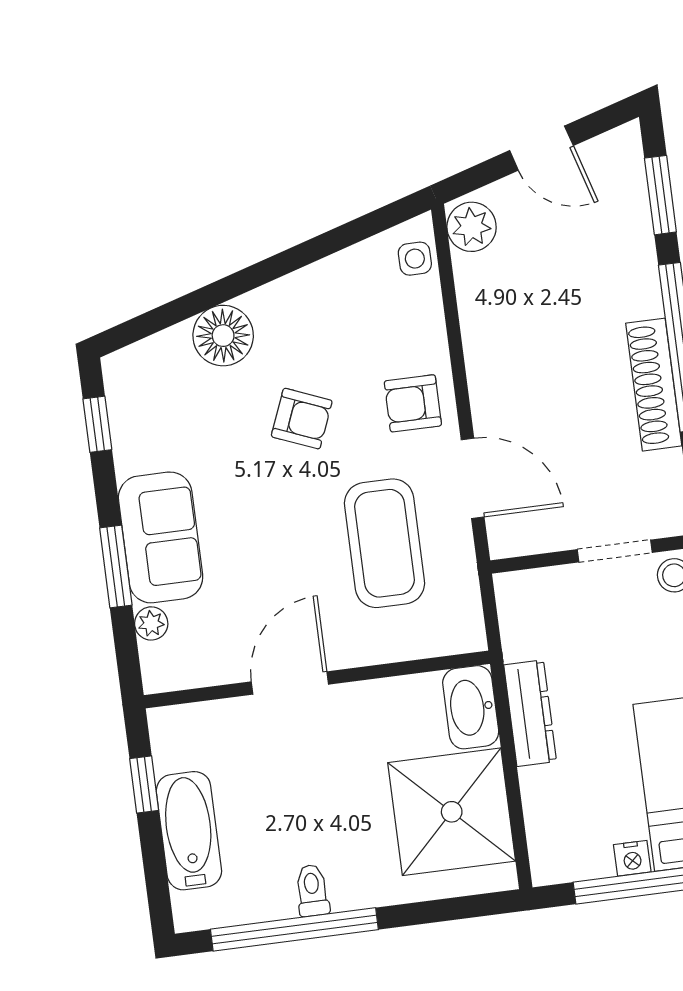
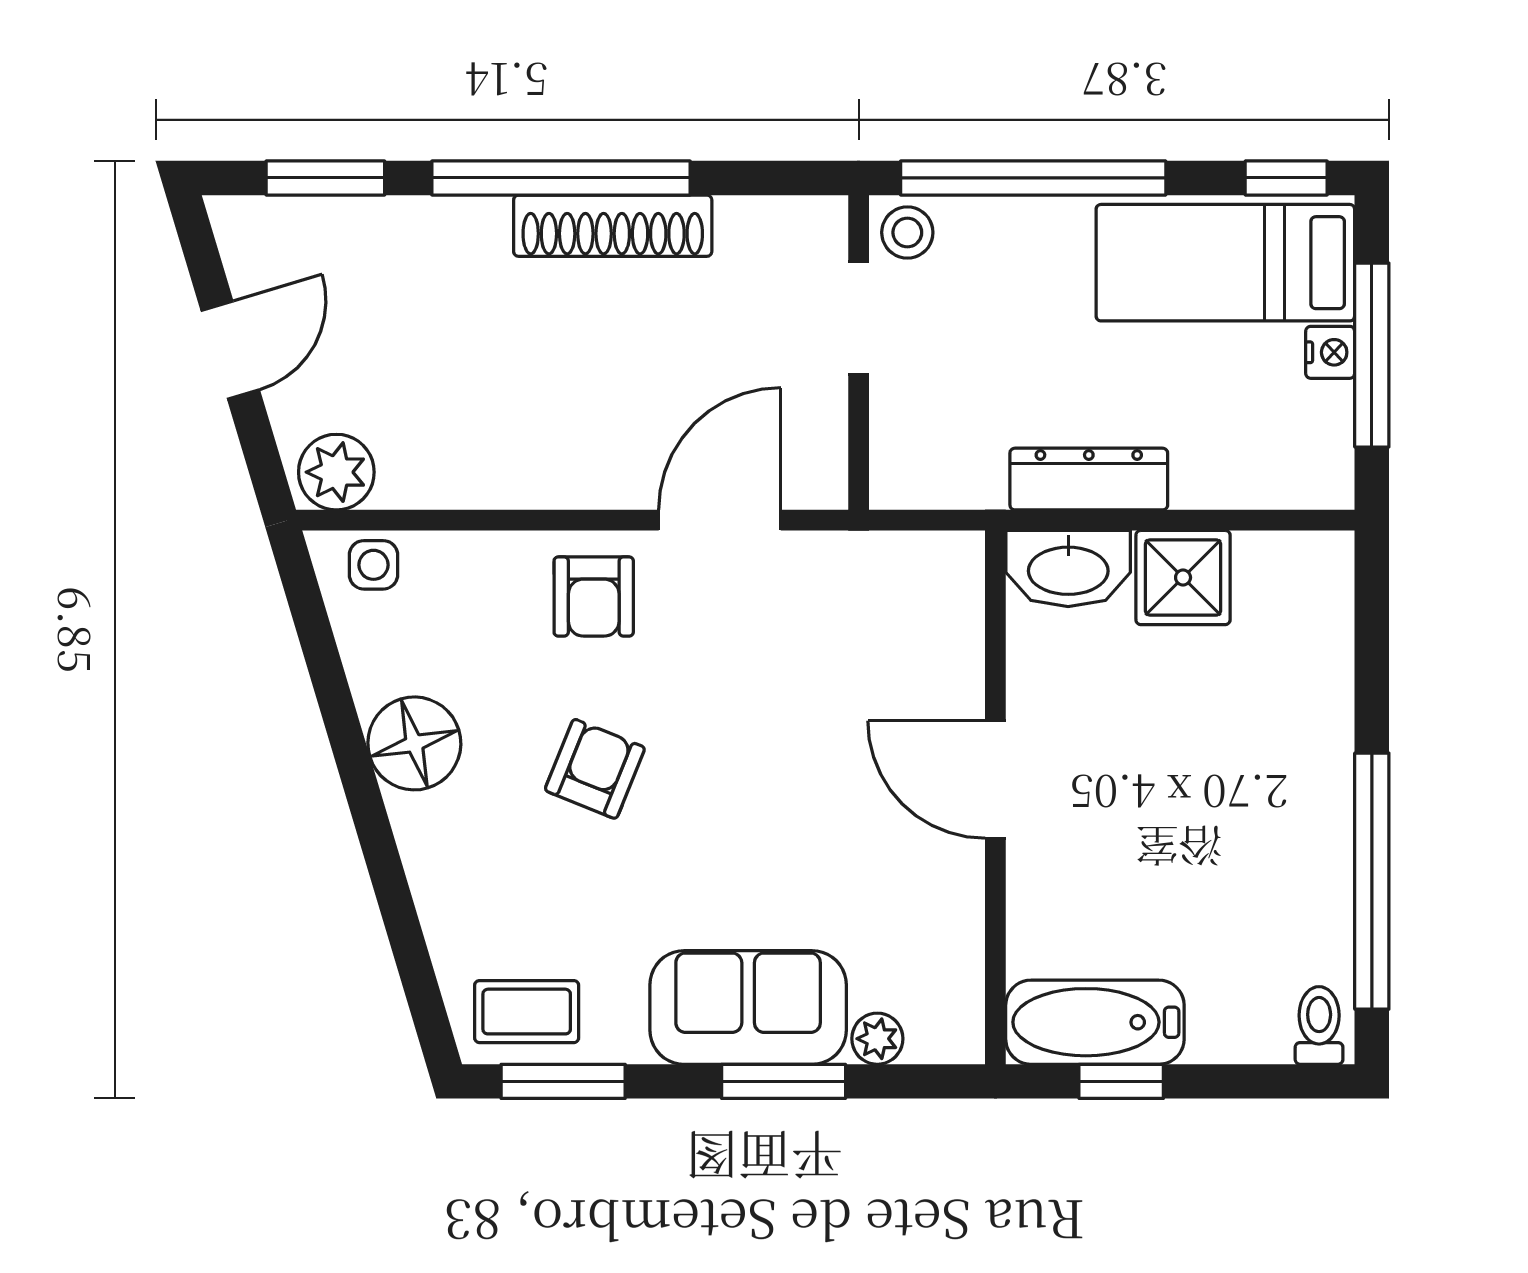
floor lamp: (223, 336) -> (414, 743), moved
window: (97, 424) -> (563, 1081), width x1.50
coffee table: (384, 543) -> (527, 1012), moved, width x0.54, depth x0.58
door: (290, 683) -> (995, 780), moved
shower: (452, 812) -> (1183, 578), width x0.54, depth x0.54
bathtub: (189, 831) -> (1095, 1022), moved
toilet: (312, 890) -> (1319, 1025), moved, turned 90

